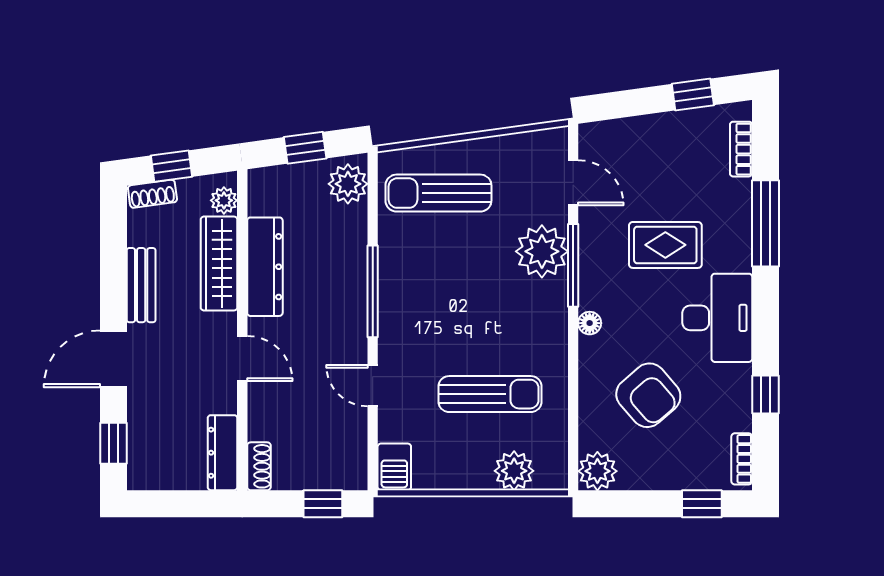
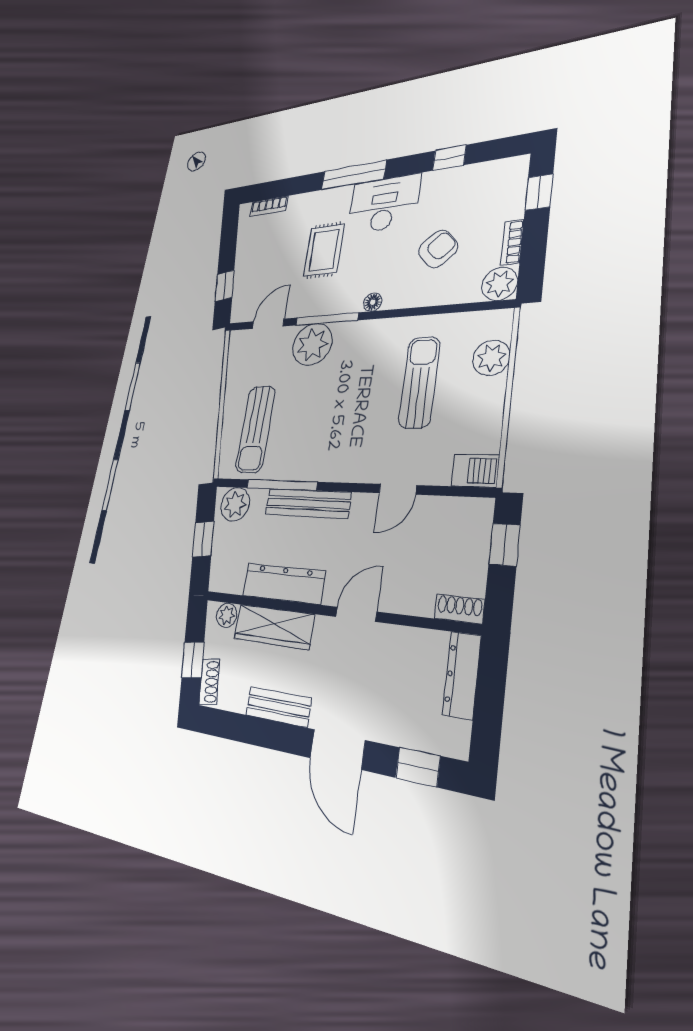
window: (693, 95) -> (225, 286), moved
window: (765, 223) -> (354, 175), moved
bench: (353, 281) -> (308, 504), added
window: (373, 291) -> (282, 485), moved
armchair: (648, 395) -> (438, 249), width x0.72, depth x0.72
dresser: (223, 453) -> (462, 675), moved, turned 90
bookcase: (742, 459) -> (512, 242), moved, turned 90

